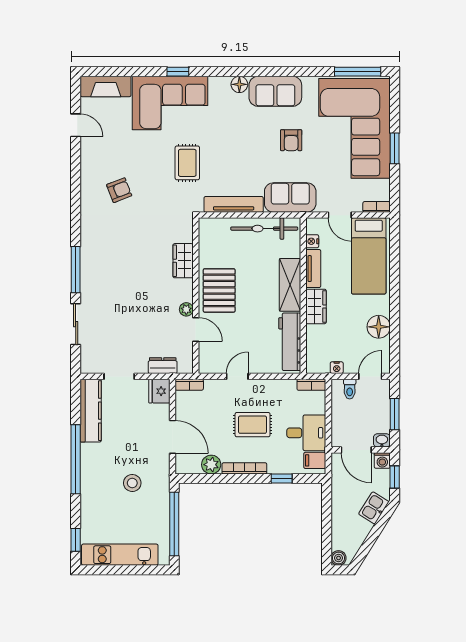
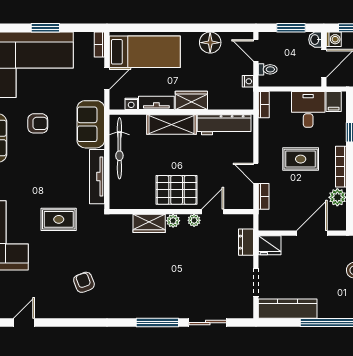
plant: (186, 287) -> (173, 221), added
bookcase: (189, 385) -> (264, 196), moved
rug: (253, 425) -> (301, 159), turned 90

